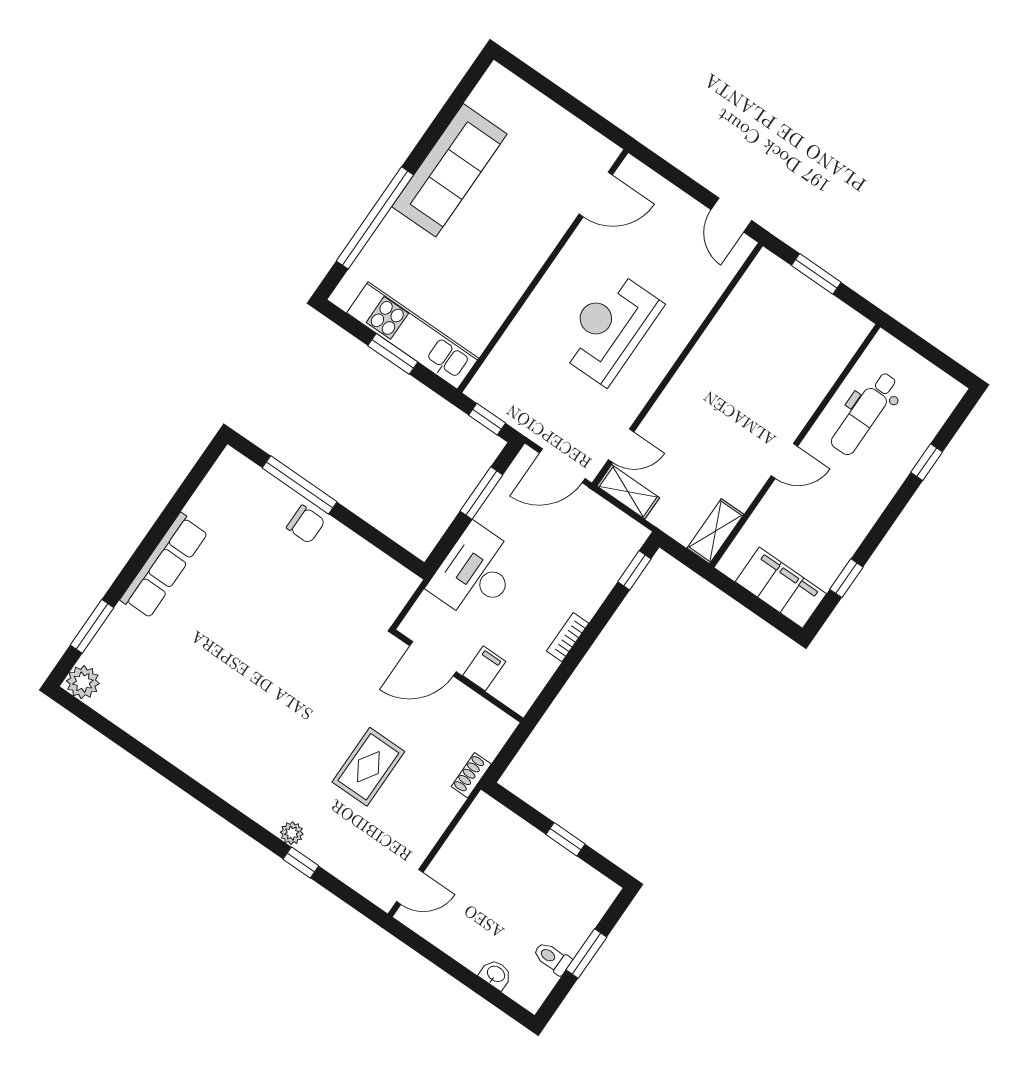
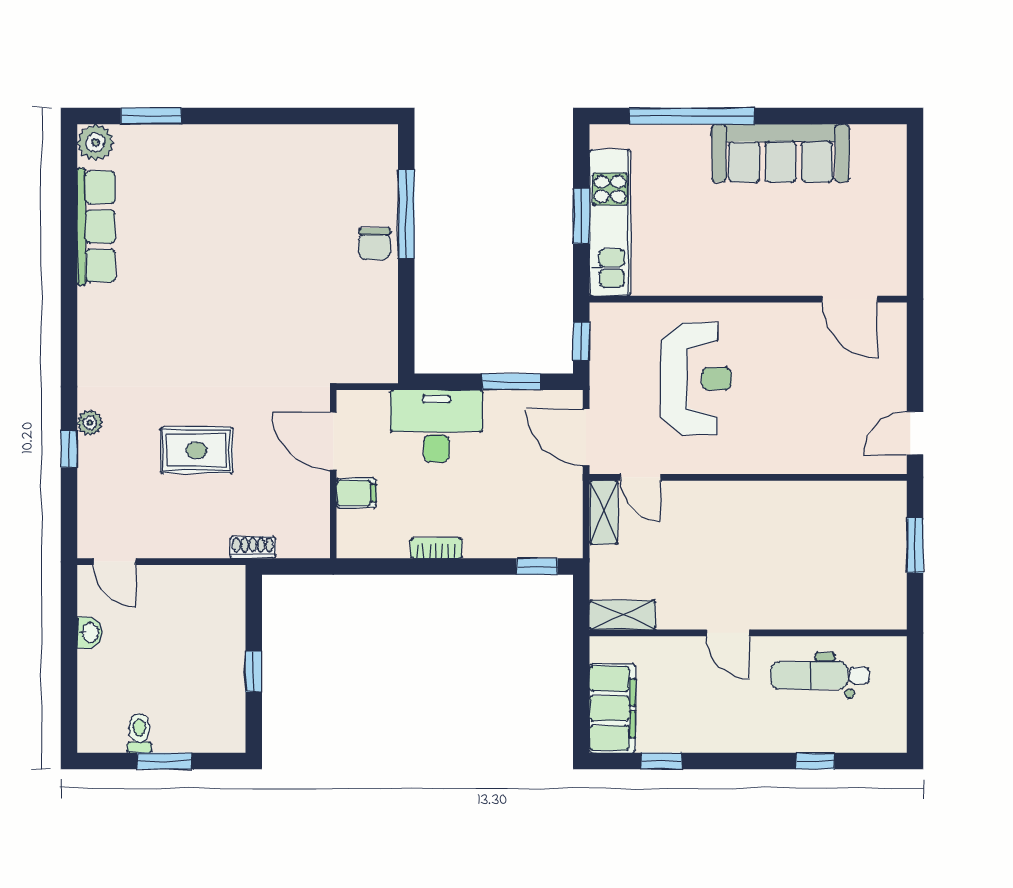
reception desk: (610, 328) -> (696, 379), moved, turned 90
row of seats: (164, 566) -> (96, 227), moved, turned -90
washbasin: (496, 974) -> (90, 632), moved

